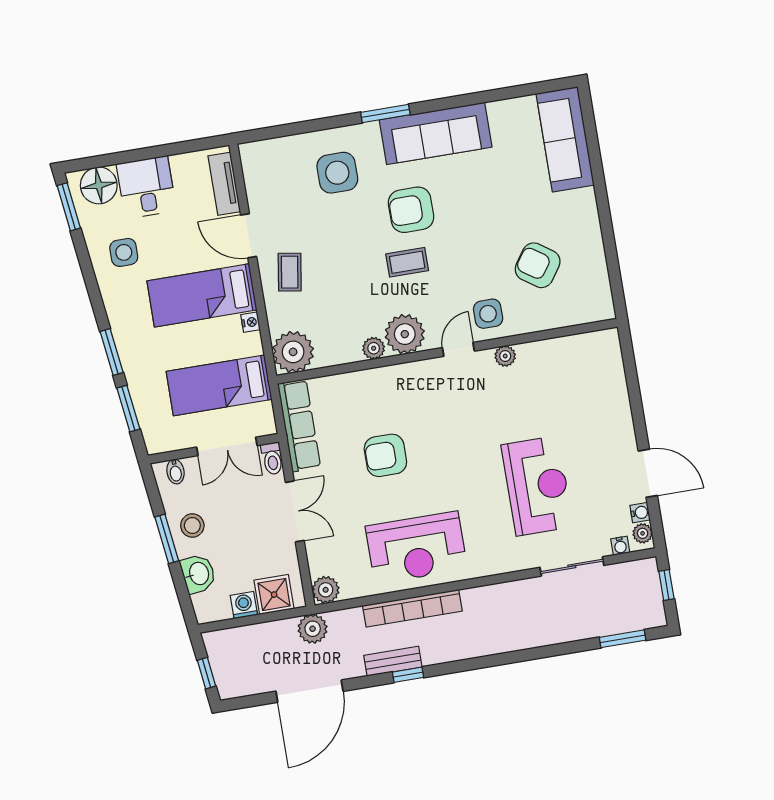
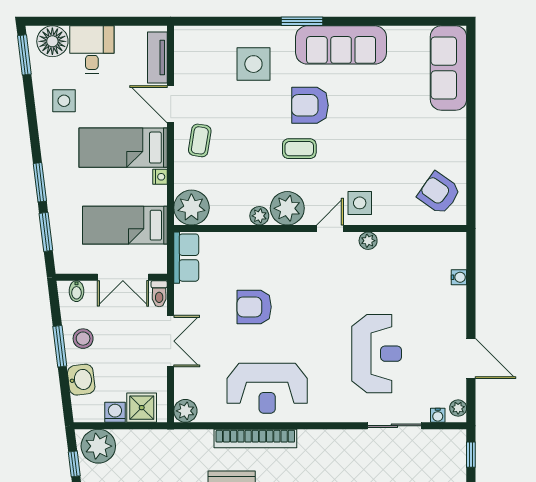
armchair: (538, 265) -> (439, 193), moved
row of seats: (299, 425) -> (186, 258), width x0.68
water cooler: (640, 513) -> (459, 277), moved
plant: (313, 629) -> (98, 446), moved, width x1.36, depth x1.36

